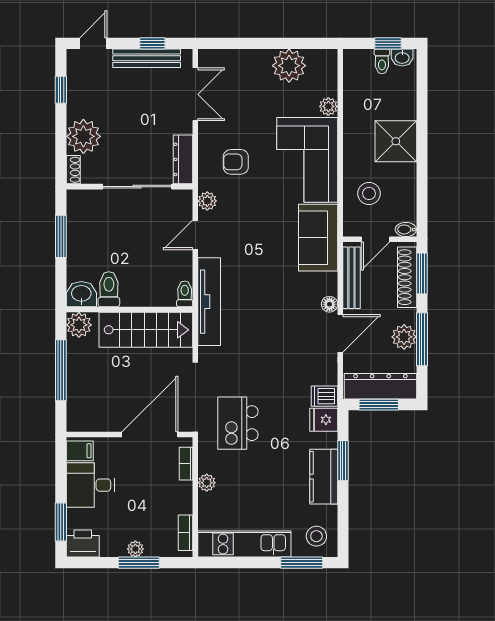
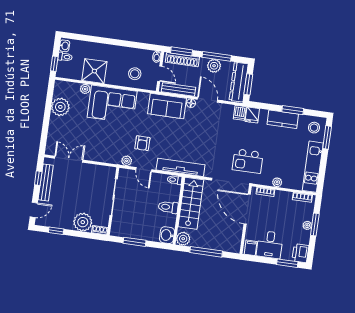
door: (93, 43) -> (34, 210), swing flipped
window: (388, 43) -> (54, 64), moved
shower: (396, 141) -> (94, 71), moved
dresser: (183, 159) -> (103, 171), removed
armchair: (236, 162) -> (142, 143), moved
sofa: (318, 238) -> (167, 106), moved
toilet: (109, 289) -> (168, 207), moved
window: (343, 461) -> (293, 110), moved

